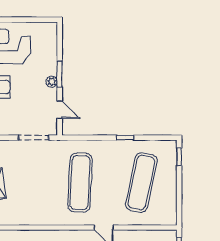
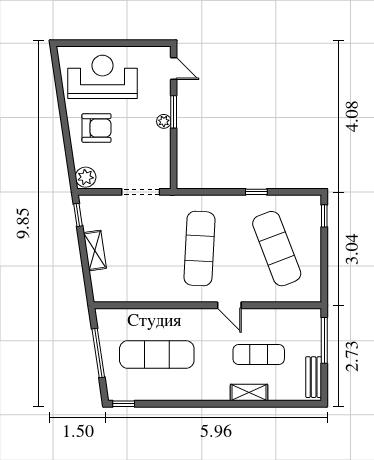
door: (60, 110) -> (174, 69), moved
exercise mat: (141, 183) -> (277, 249), turned -33

